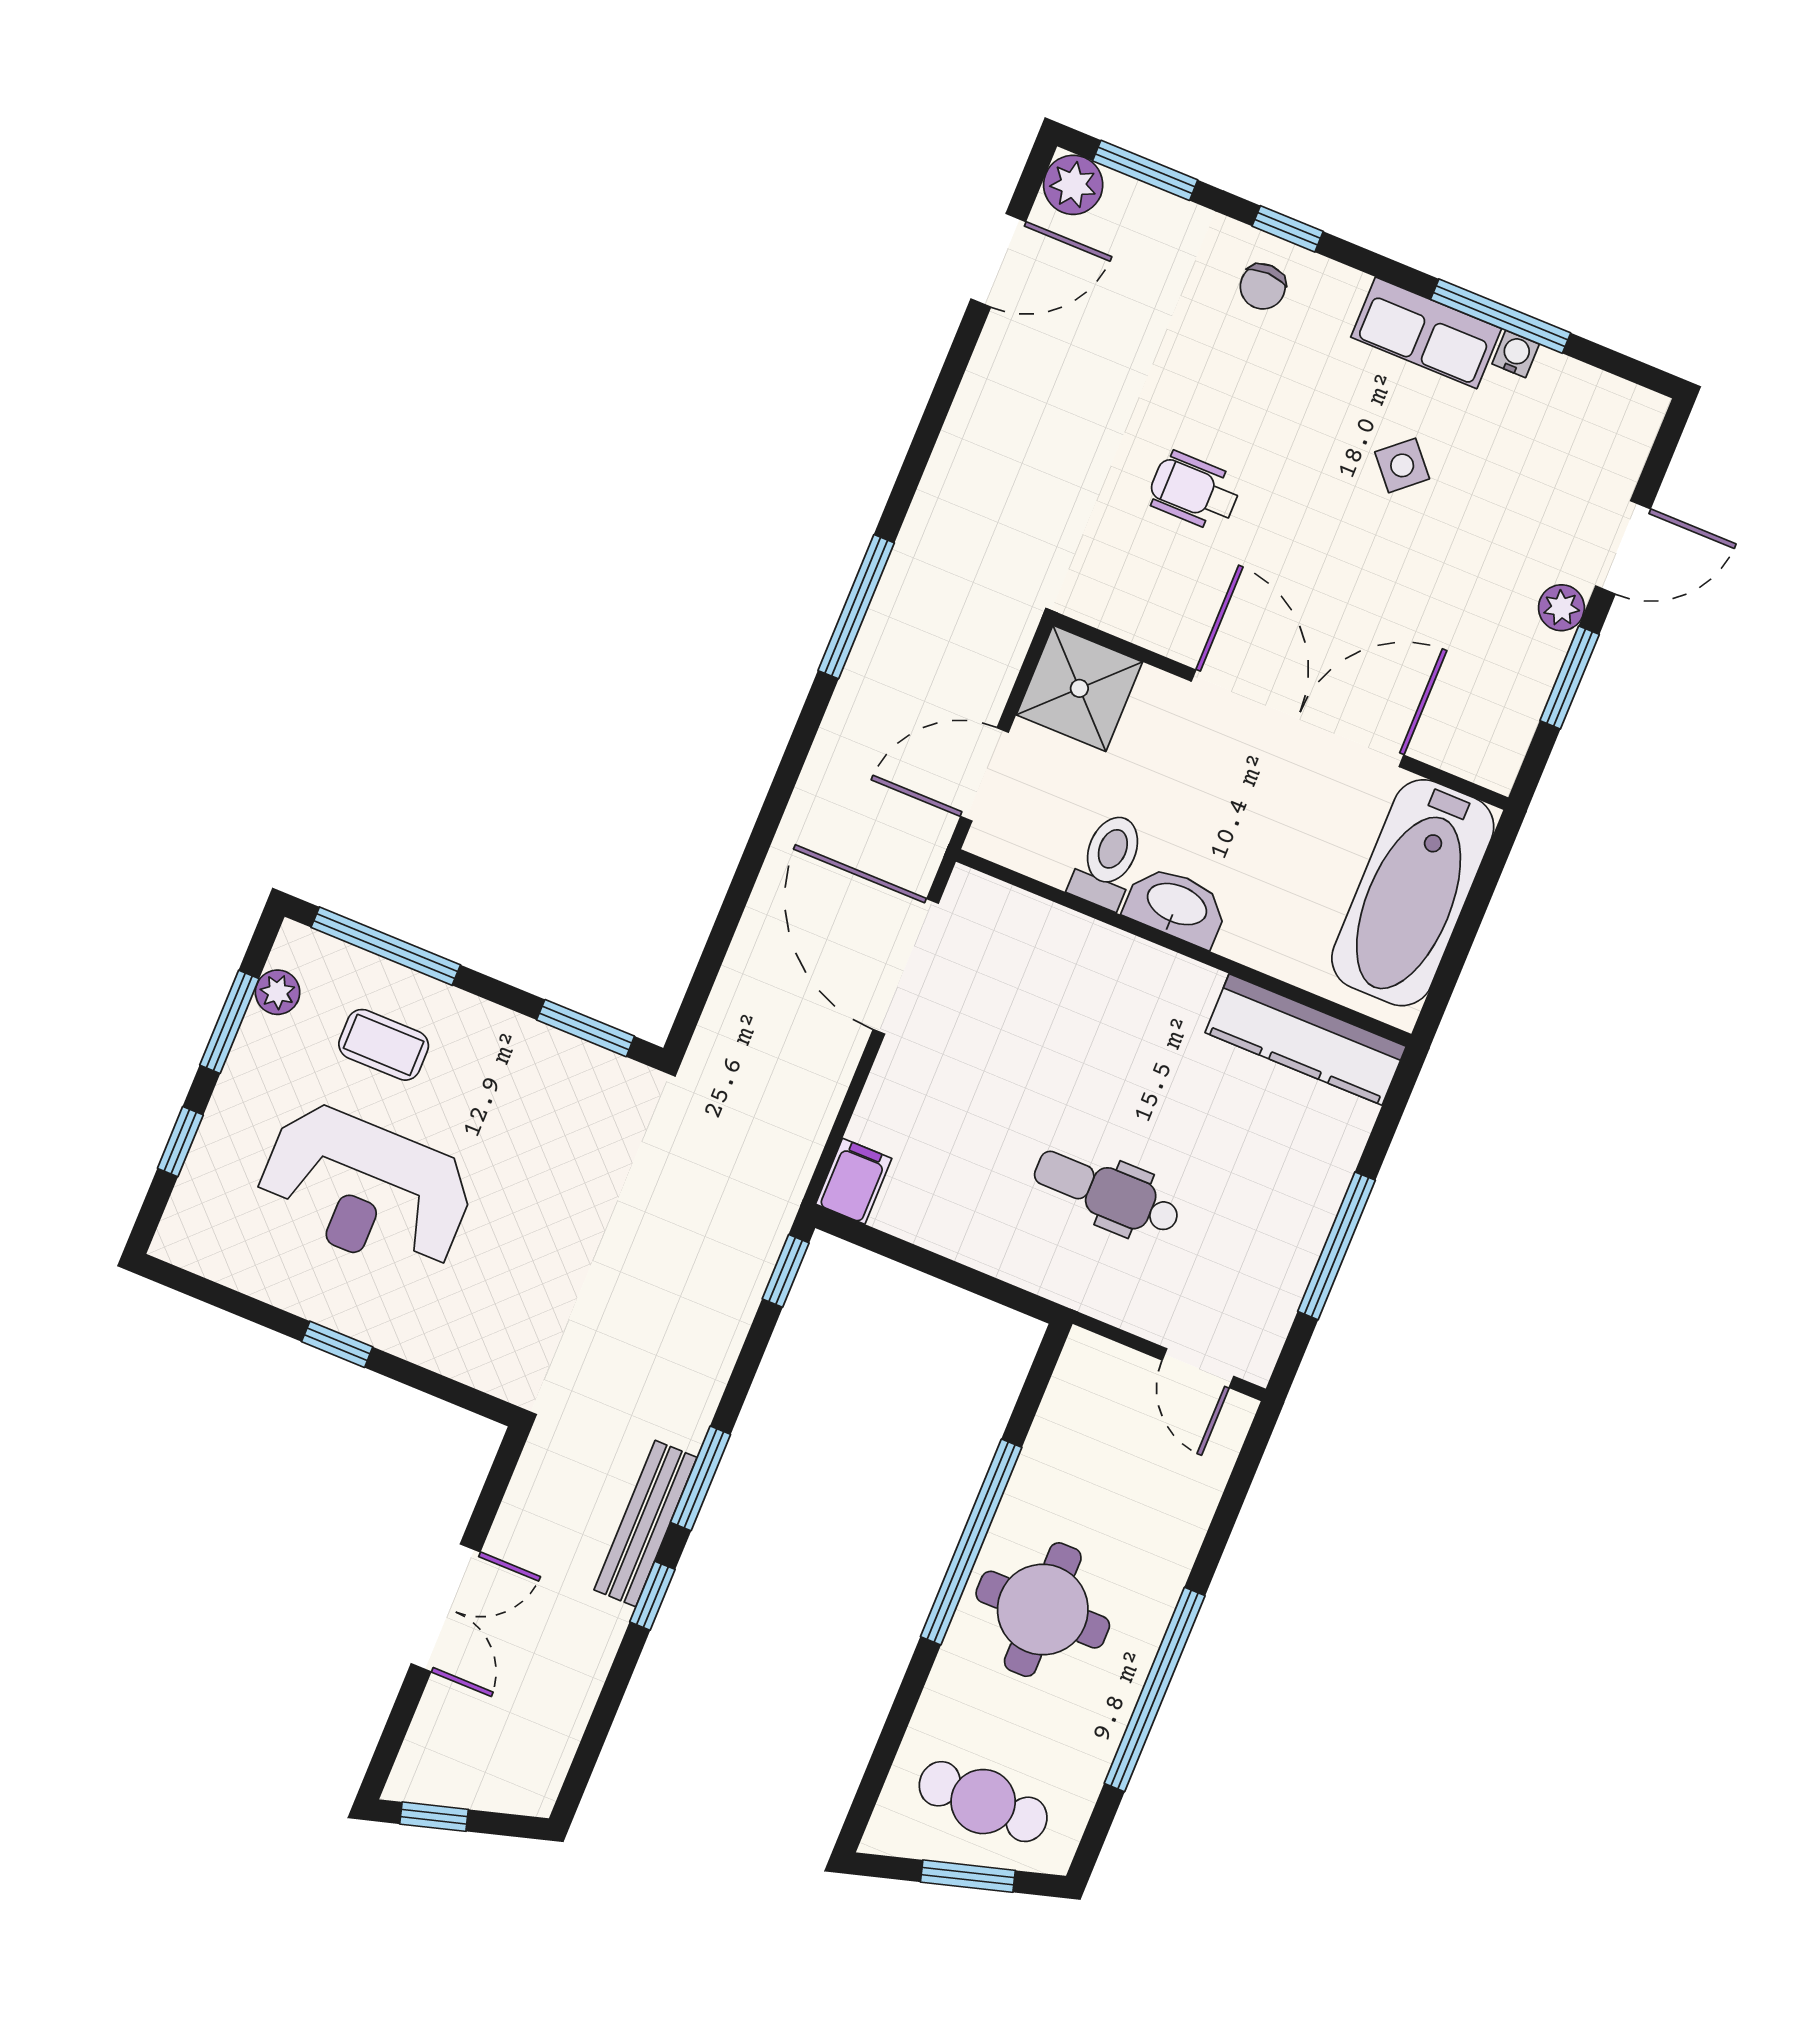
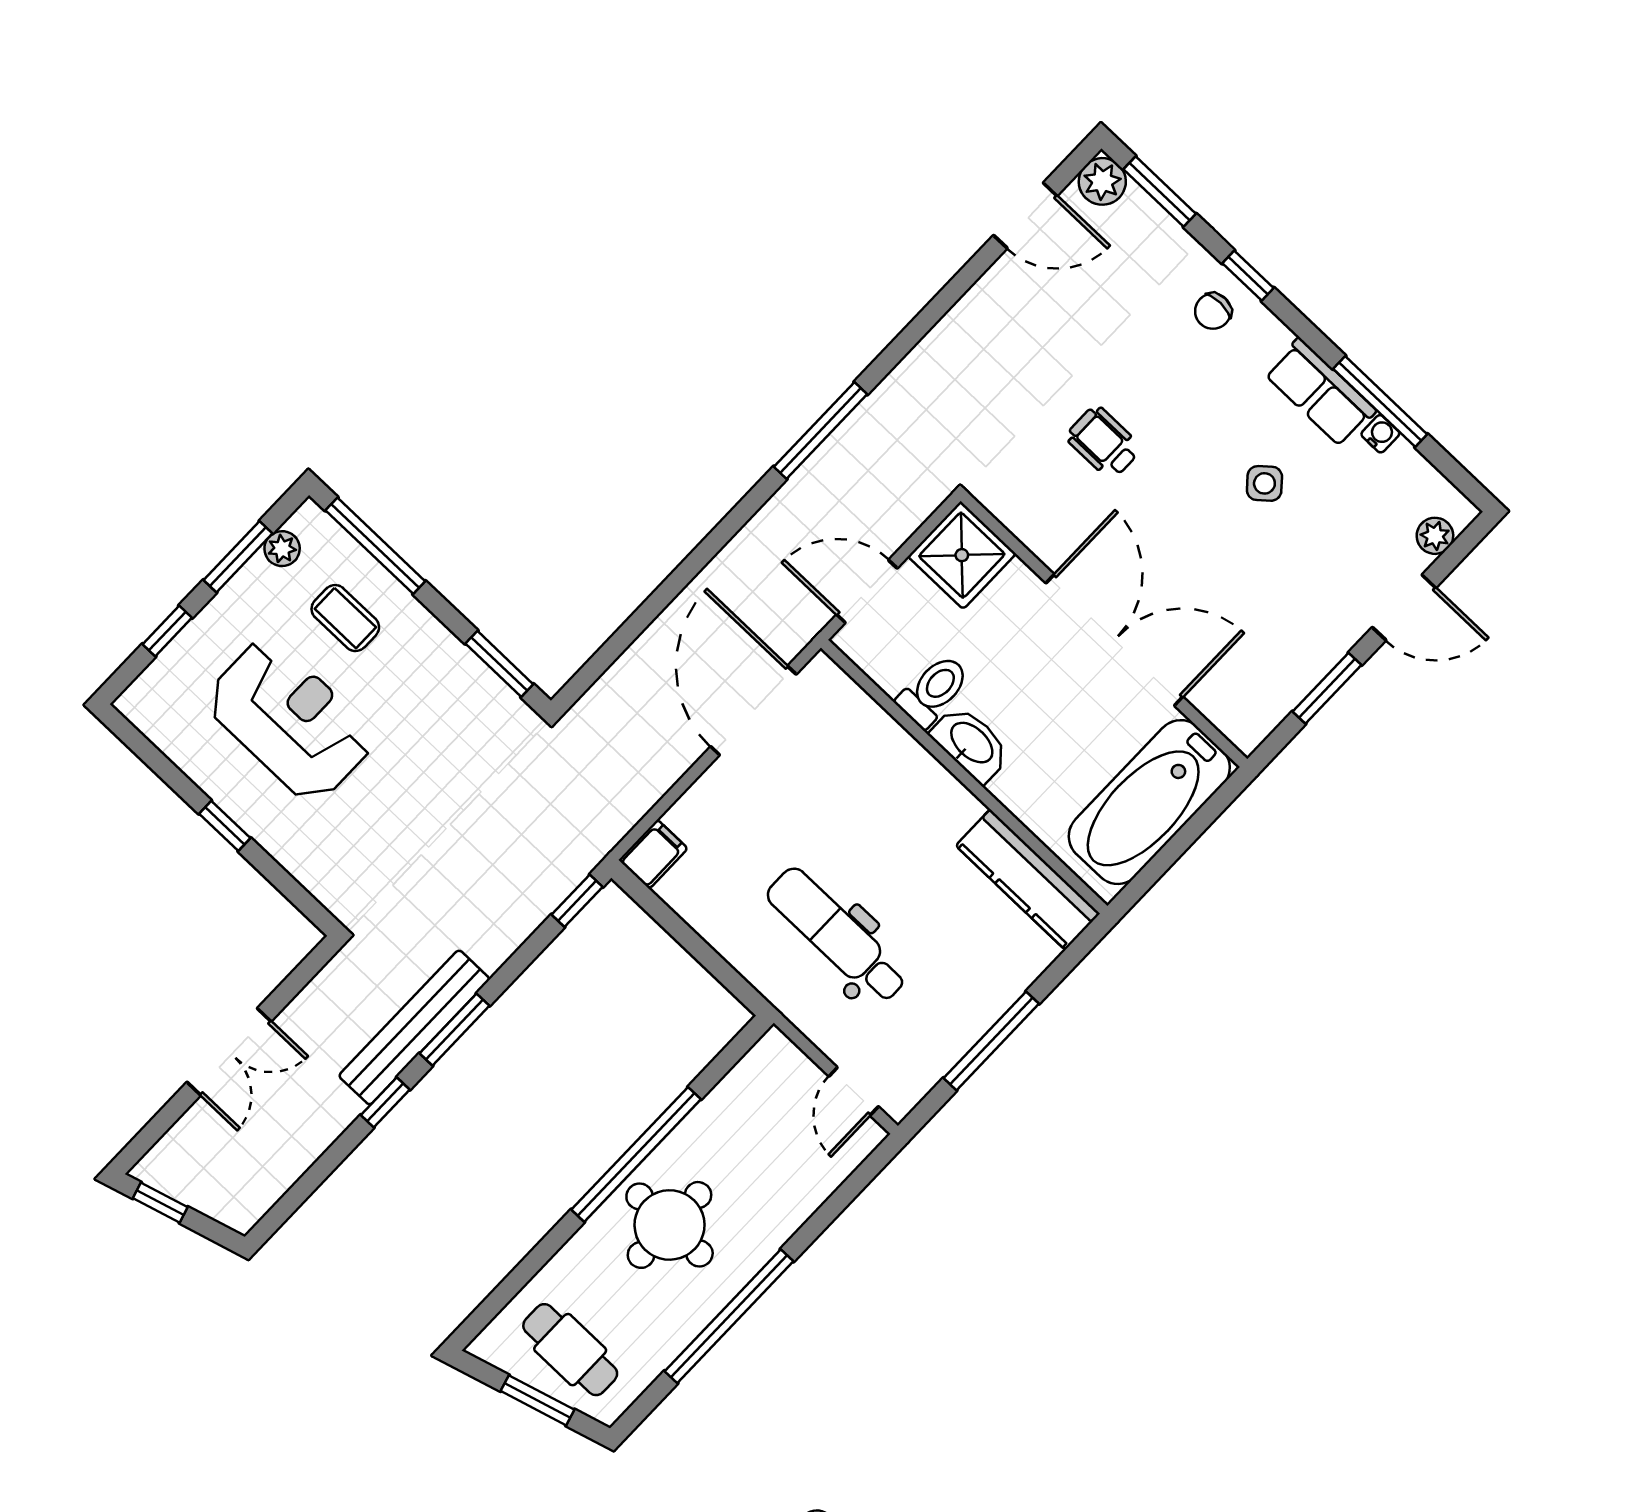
plant: (1561, 608) -> (1435, 536), moved
reception desk: (365, 1190) -> (290, 720), turned 180
dental chair: (1107, 1193) -> (837, 935), width x1.36, depth x1.38
bench: (645, 1524) -> (414, 1027), width x1.37, depth x1.21

